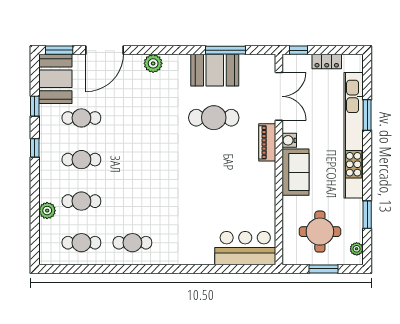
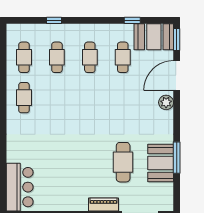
door: (104, 50) -> (177, 76), hinge flipped
window: (226, 50) -> (177, 158), moved
plant: (153, 63) -> (166, 102), moved
window: (35, 148) -> (54, 20), moved
plant: (47, 211) -> (49, 30), removed

